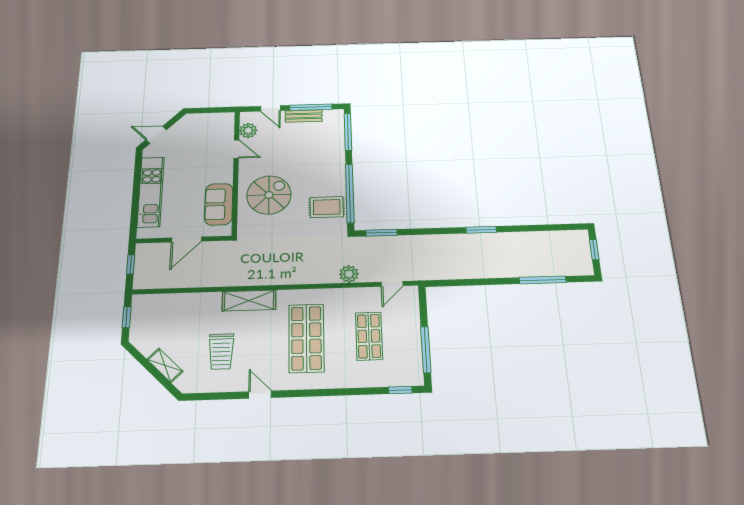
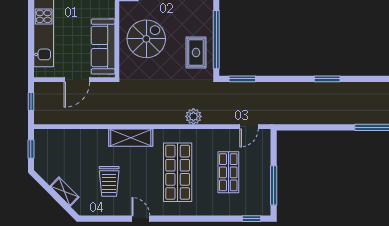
sofa: (219, 204) -> (103, 47), width x1.36
rug: (327, 207) -> (196, 53), turned 90
plant: (349, 274) -> (193, 116), moved

